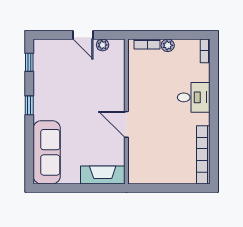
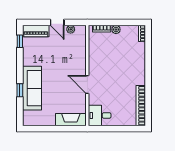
piano: (52, 47) -> (36, 31), added
desk: (194, 97) -> (100, 115), moved, turned 180
window: (29, 105) -> (20, 90), moved
sofa: (47, 152) -> (32, 88), moved

